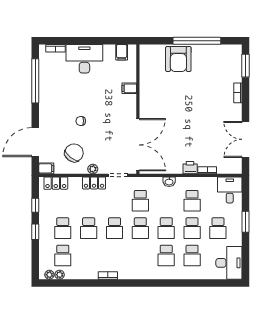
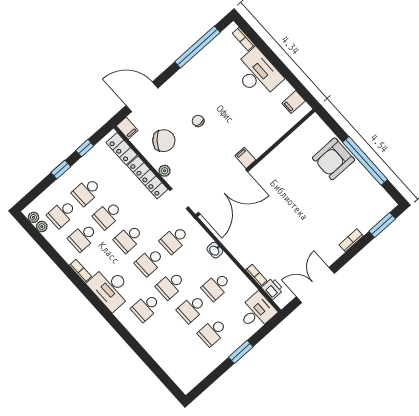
filing cabinet: (129, 88) -> (245, 158), moved
printer: (190, 168) -> (272, 289), moved
locker: (94, 183) -> (148, 177), width x1.53
school desk: (192, 255) -> (83, 237), moved
desk: (229, 263) -> (110, 288), moved, turned 90

